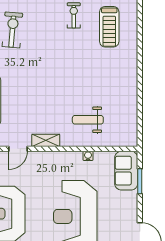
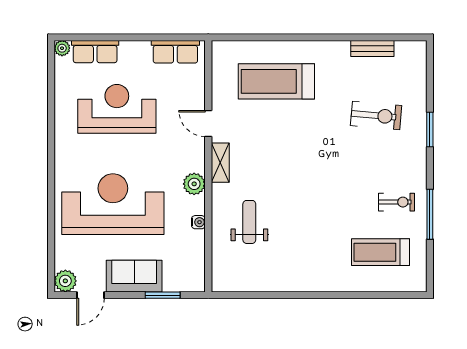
plant: (61, 159) -> (194, 184), added
sofa: (126, 171) -> (134, 276), moved

